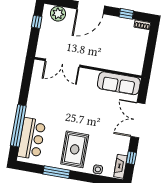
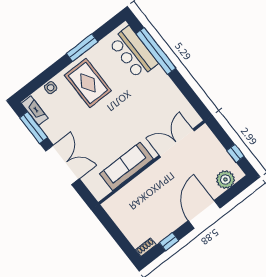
sofa: (119, 83) -> (126, 166), moved
window: (131, 158) -> (34, 128), width x2.17

